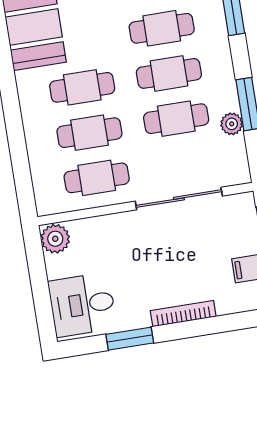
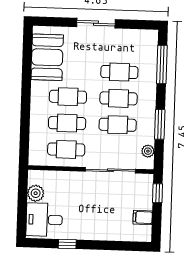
plant: (232, 124) -> (148, 151), moved
plant: (55, 239) -> (36, 193), moved
bookcase: (183, 314) -> (100, 236), removed
window: (130, 339) -> (67, 244), width x0.67

